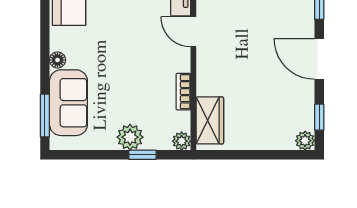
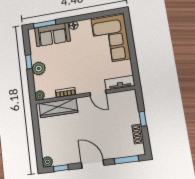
door: (193, 32) -> (98, 93), swing flipped
door: (319, 59) -> (93, 164), hinge flipped
wardrobe: (210, 120) -> (58, 108), width x1.50
window: (143, 155) -> (29, 62), moved

